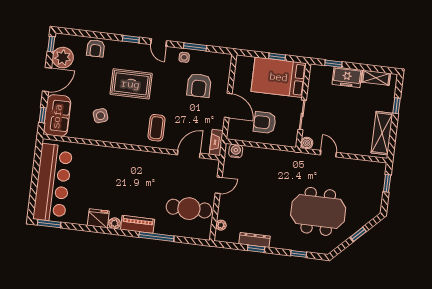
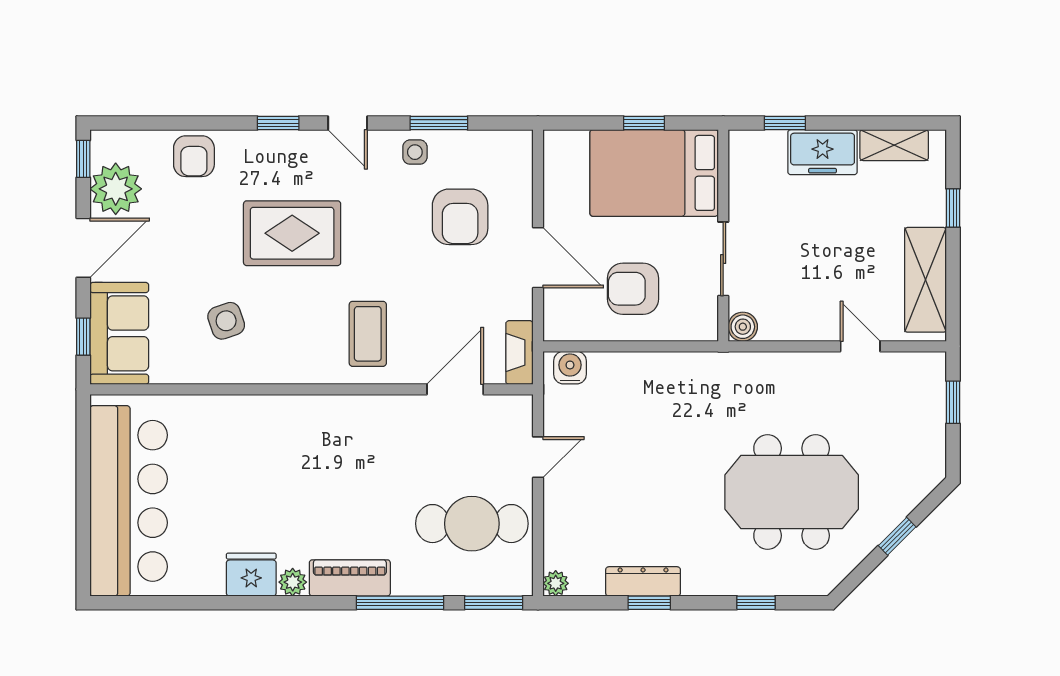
door: (328, 154) -> (860, 346), moved
window: (49, 224) -> (494, 603), moved
plant: (221, 225) -> (556, 583), moved

